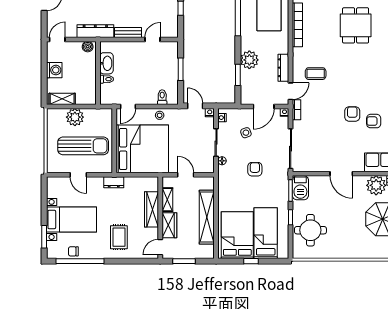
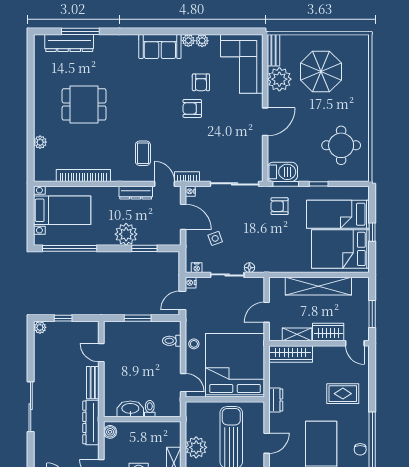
armchair: (255, 169) -> (280, 206), moved
wardrobe: (151, 209) -> (291, 354), moved
round table: (310, 230) -> (341, 145), moved

